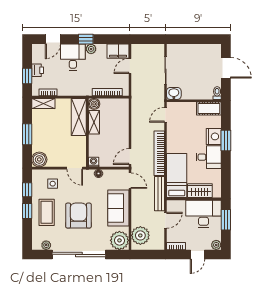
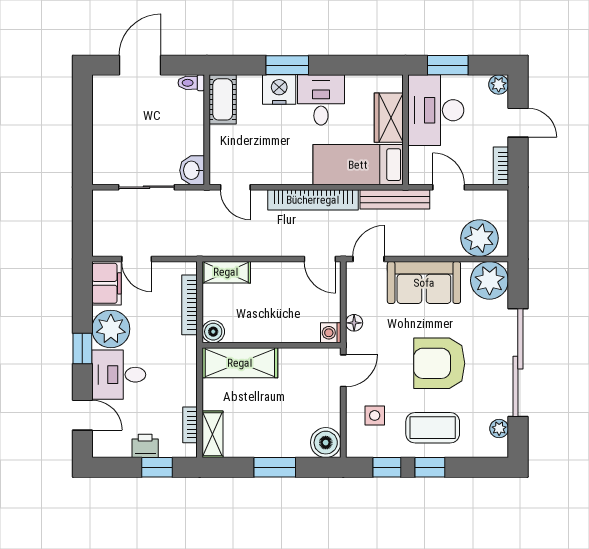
plant: (91, 49) -> (111, 329), width x1.87, depth x1.87
shelving: (94, 122) -> (226, 272), moved

